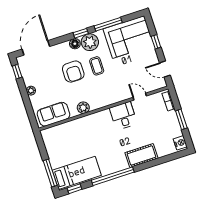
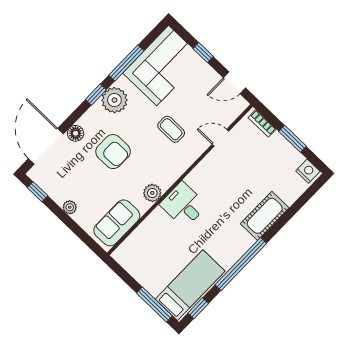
floor lamp: (75, 44) -> (76, 133), moved
coffee table: (97, 66) -> (171, 129), moved
desk: (123, 116) -> (183, 205), moved

